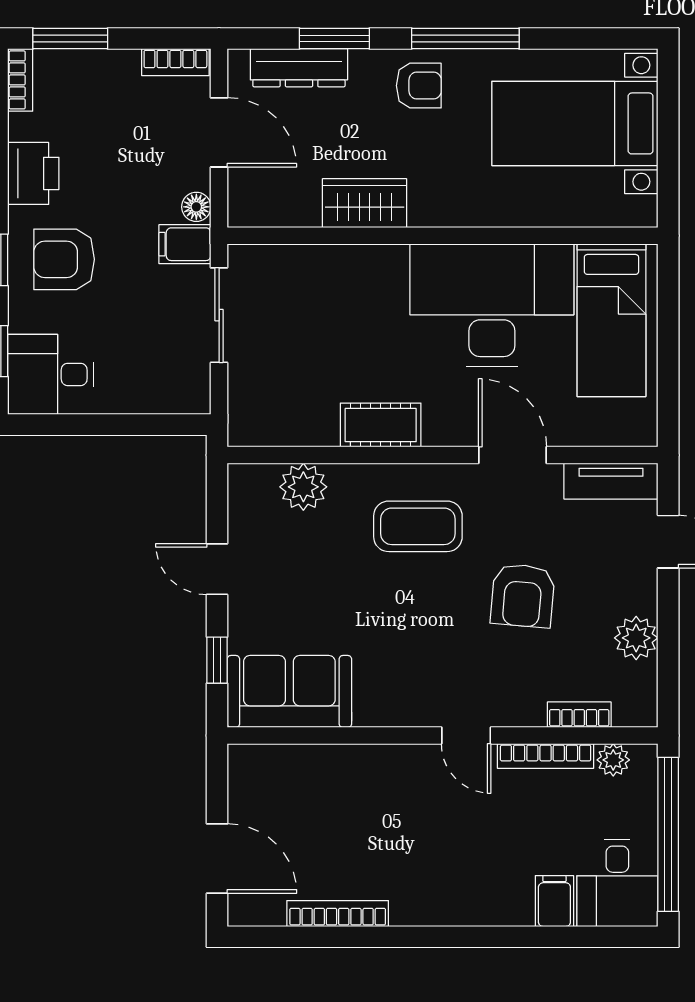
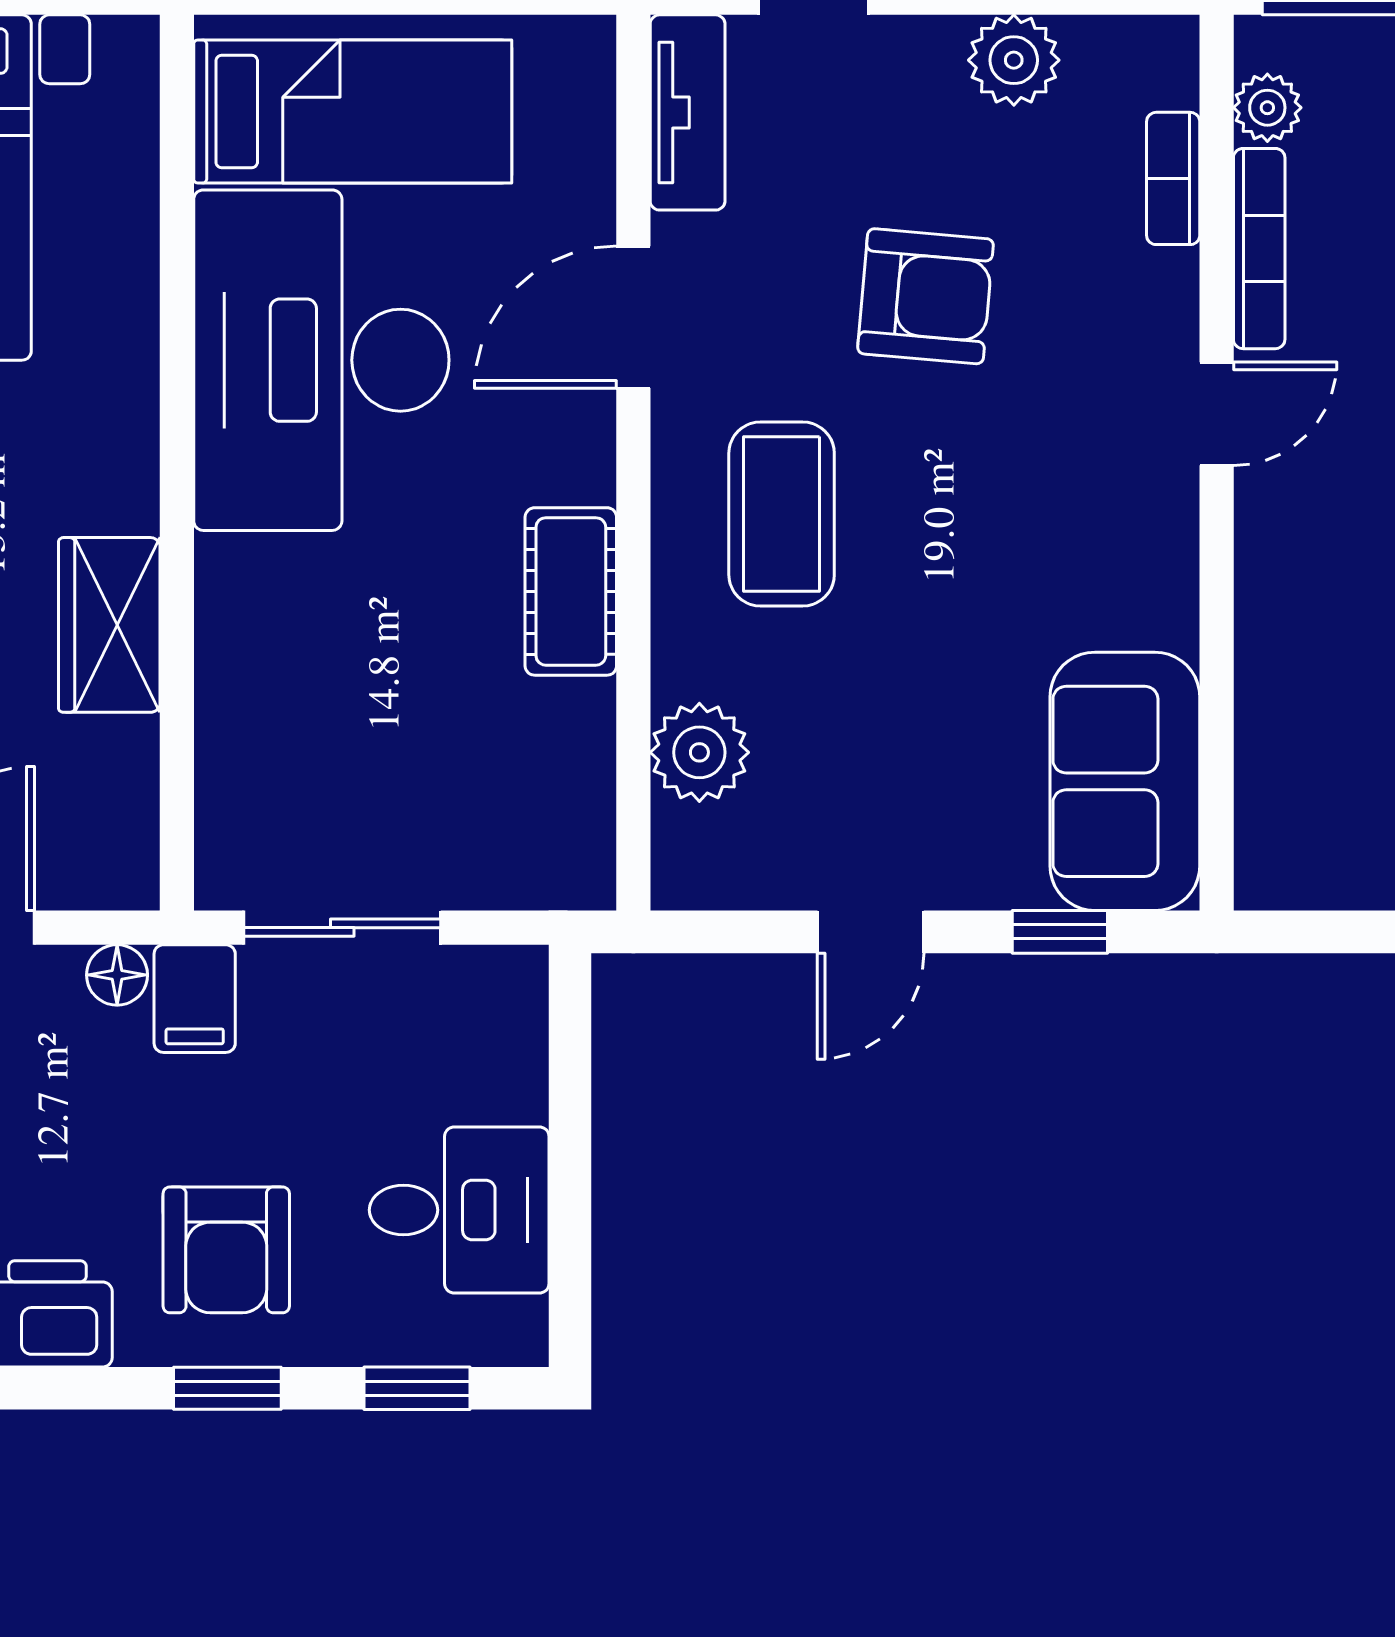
desk: (51, 374) -> (459, 1210), moved, turned -90

